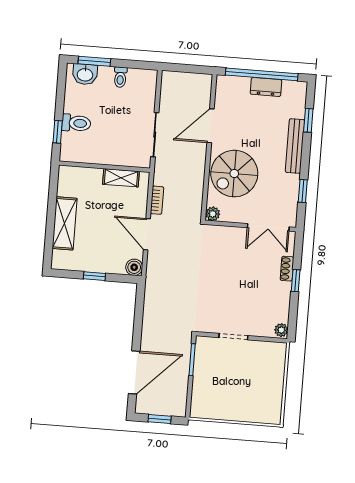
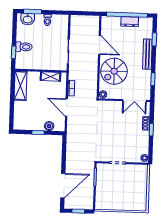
door: (211, 126) -> (99, 45), swing flipped
shelving: (65, 223) -> (20, 86), moved
boiler: (134, 267) -> (49, 126), moved

